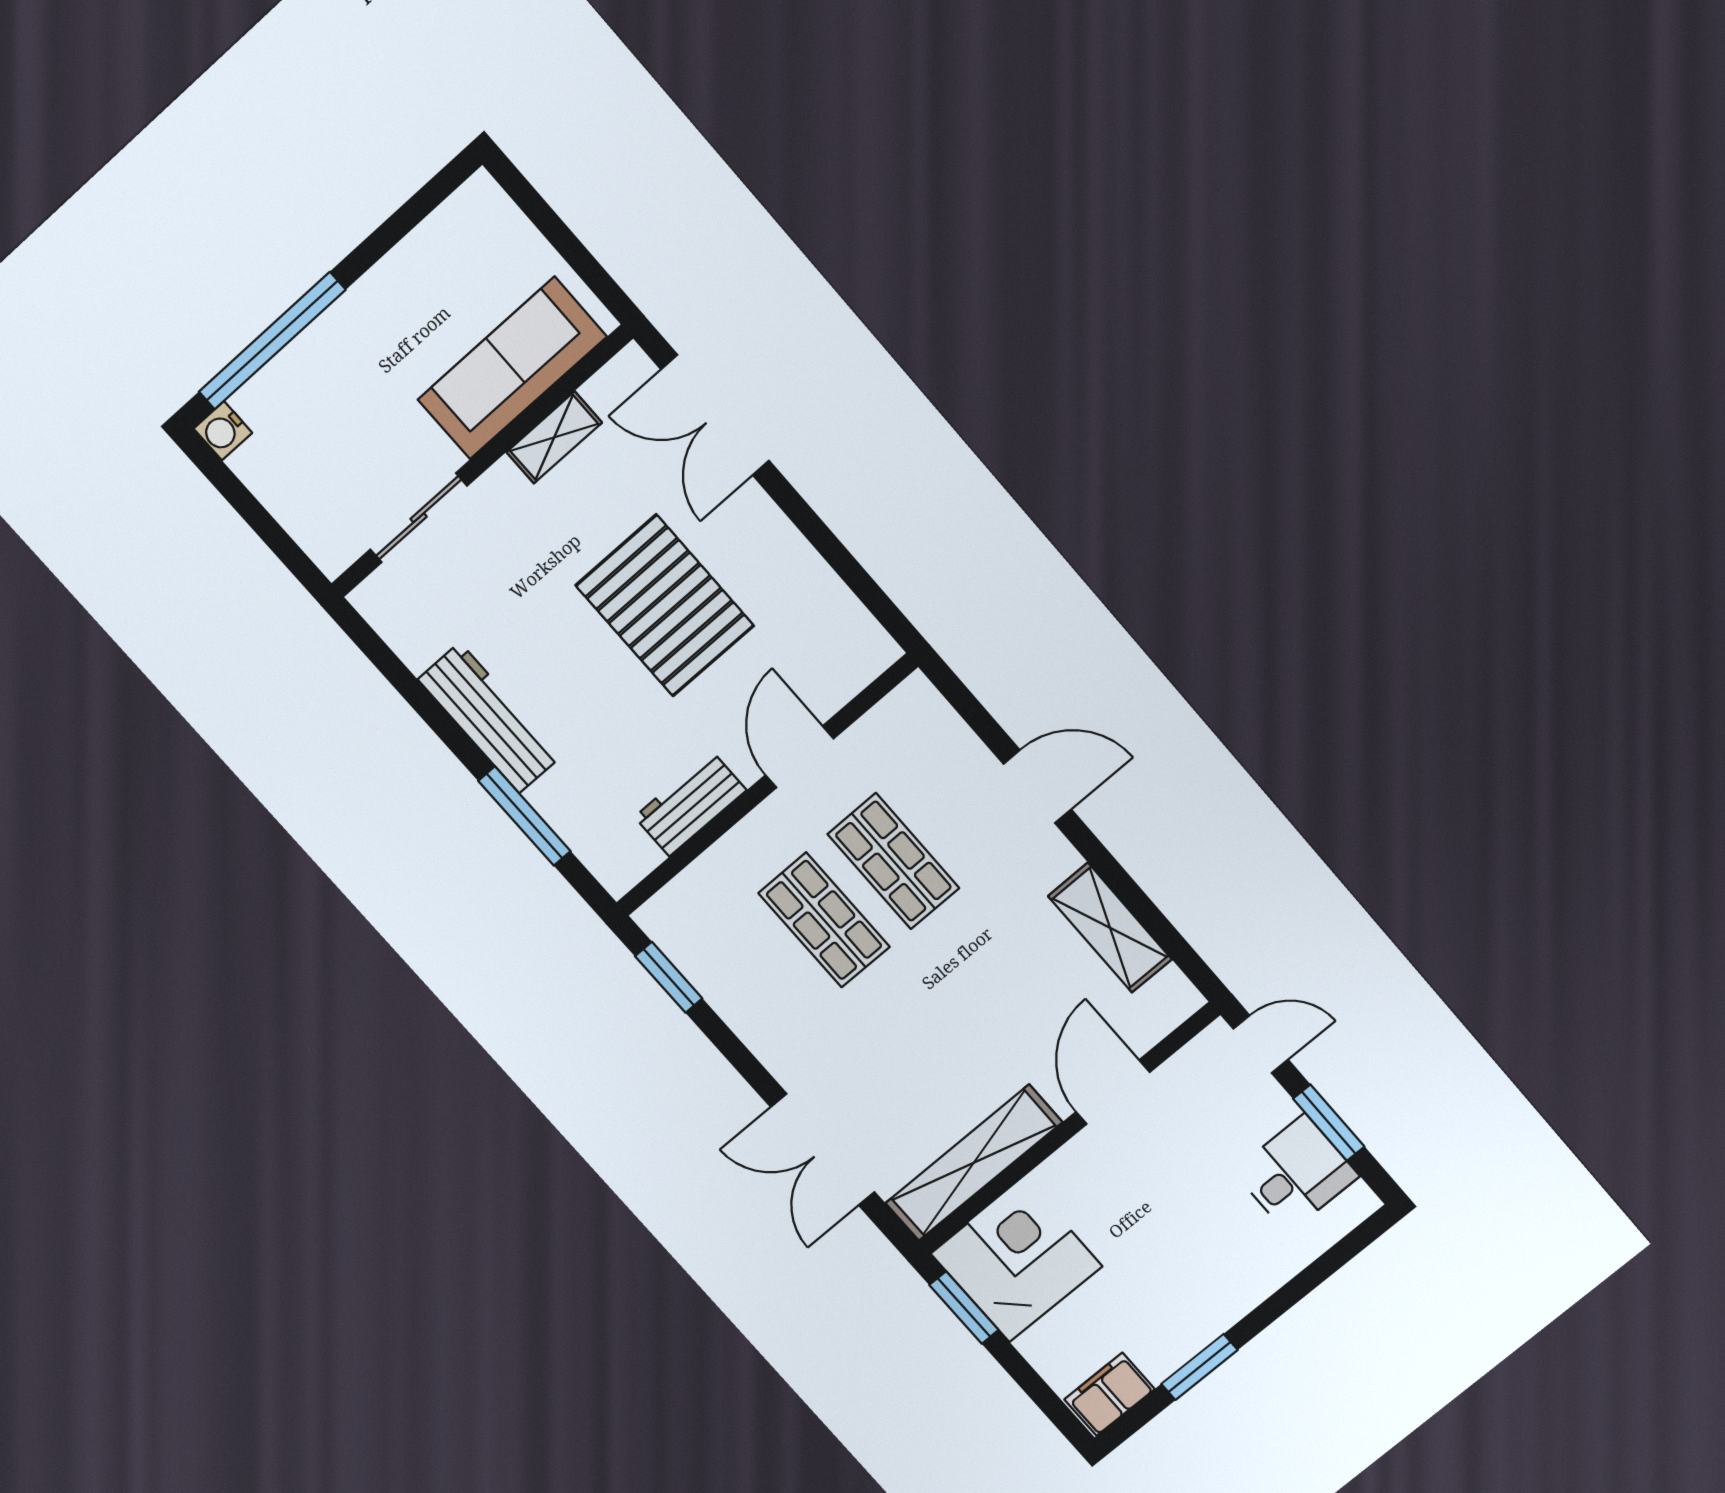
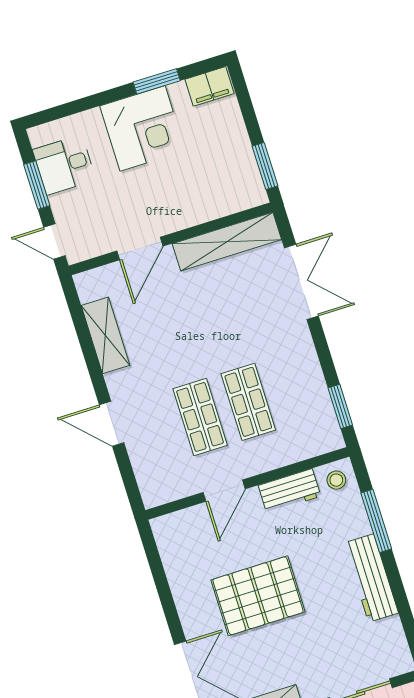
pallet: (665, 606) -> (258, 596), turned 90
stool: (621, 855) -> (336, 480), added
corner desk: (1016, 1260) -> (143, 128), moved, turned -90

